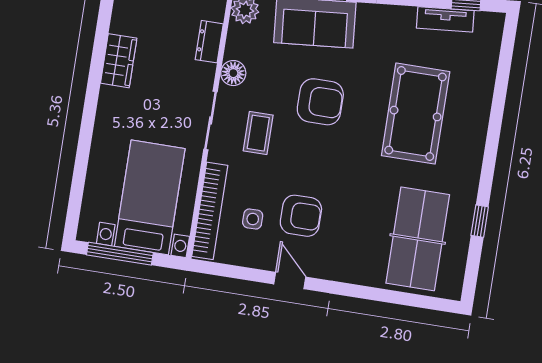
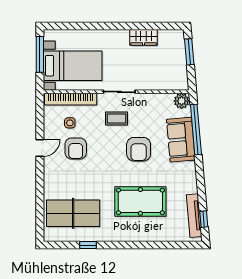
tv unit: (445, 19) -> (194, 216), width x1.41
dresser: (209, 42) -> (161, 84), removed
floor lamp: (233, 73) -> (147, 100), removed

